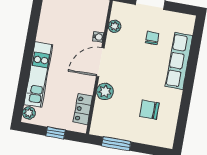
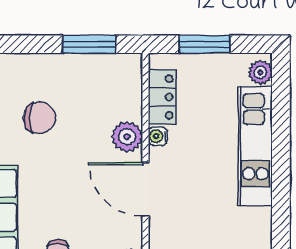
water cooler: (98, 37) -> (158, 136), moved
door: (100, 62) -> (145, 189), swing flipped
window: (56, 133) -> (205, 44), width x1.50

